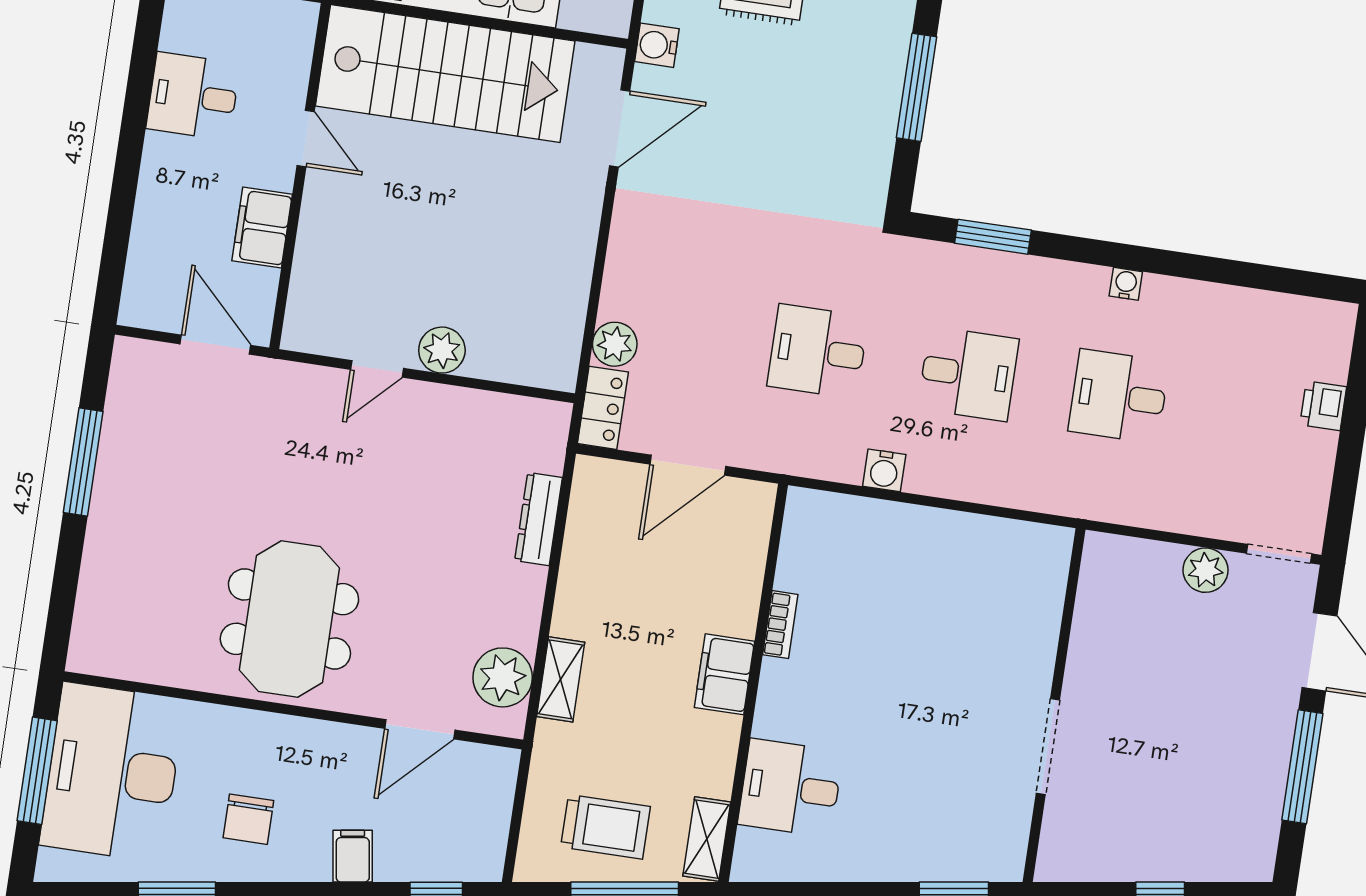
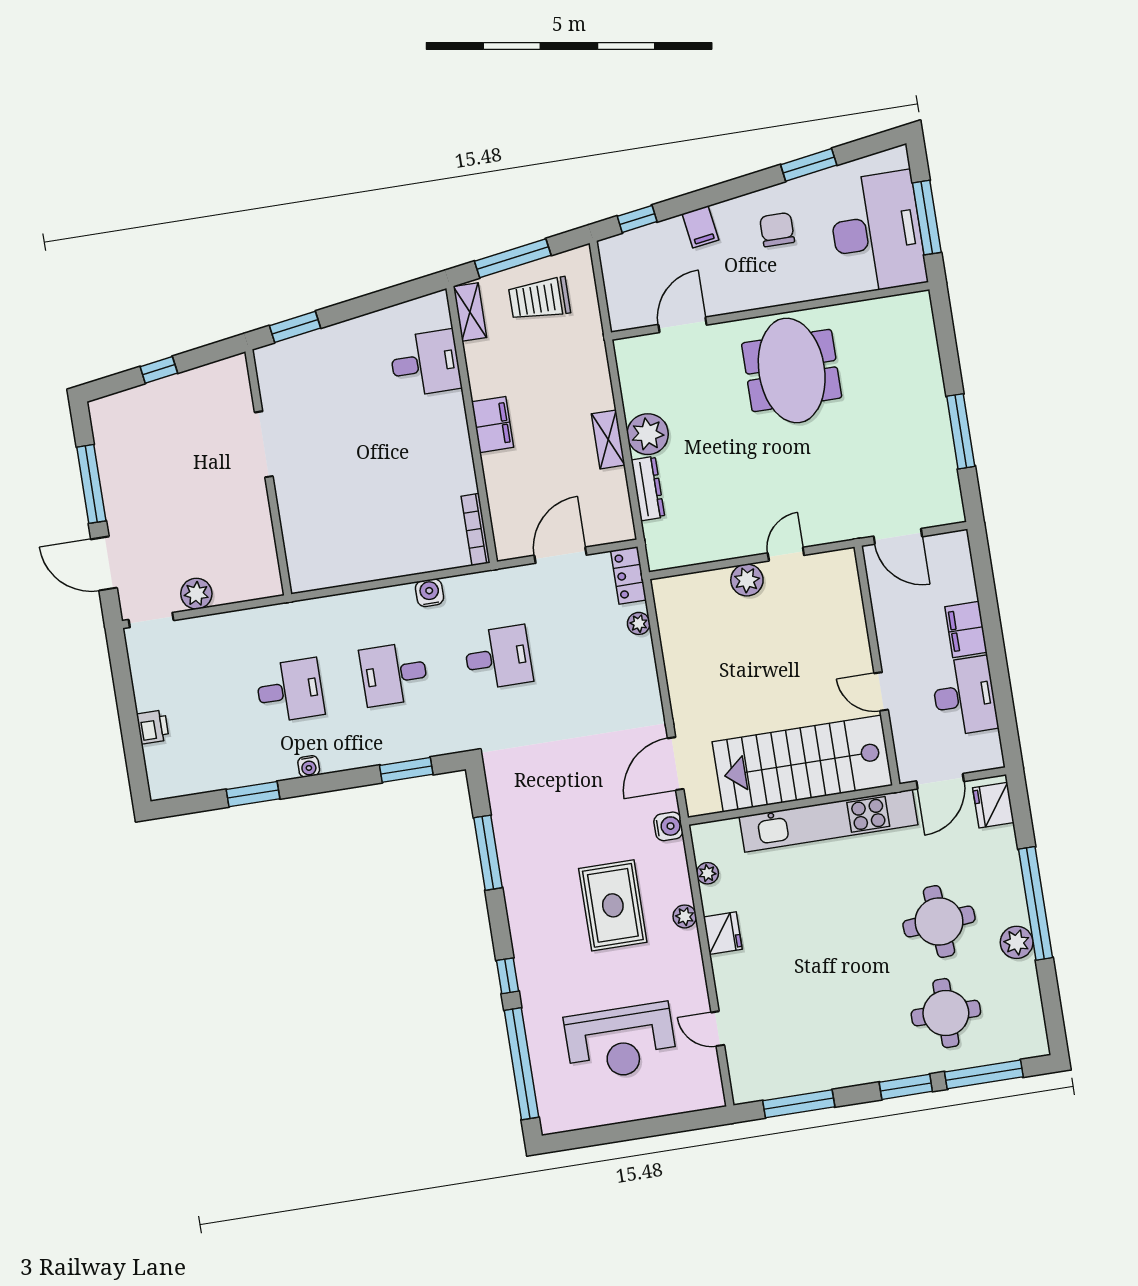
desk: (193, 96) -> (964, 696), width x1.37
filing cabinet: (262, 228) -> (966, 629), moved, turned 180
window: (1214, 270) -> (253, 794), added
plant: (615, 344) -> (639, 623), width x0.73, depth x0.73
bookcase: (780, 625) -> (476, 529), moved, width x1.56
plant: (503, 677) -> (648, 434), moved
shelving: (561, 679) -> (608, 439), moved

